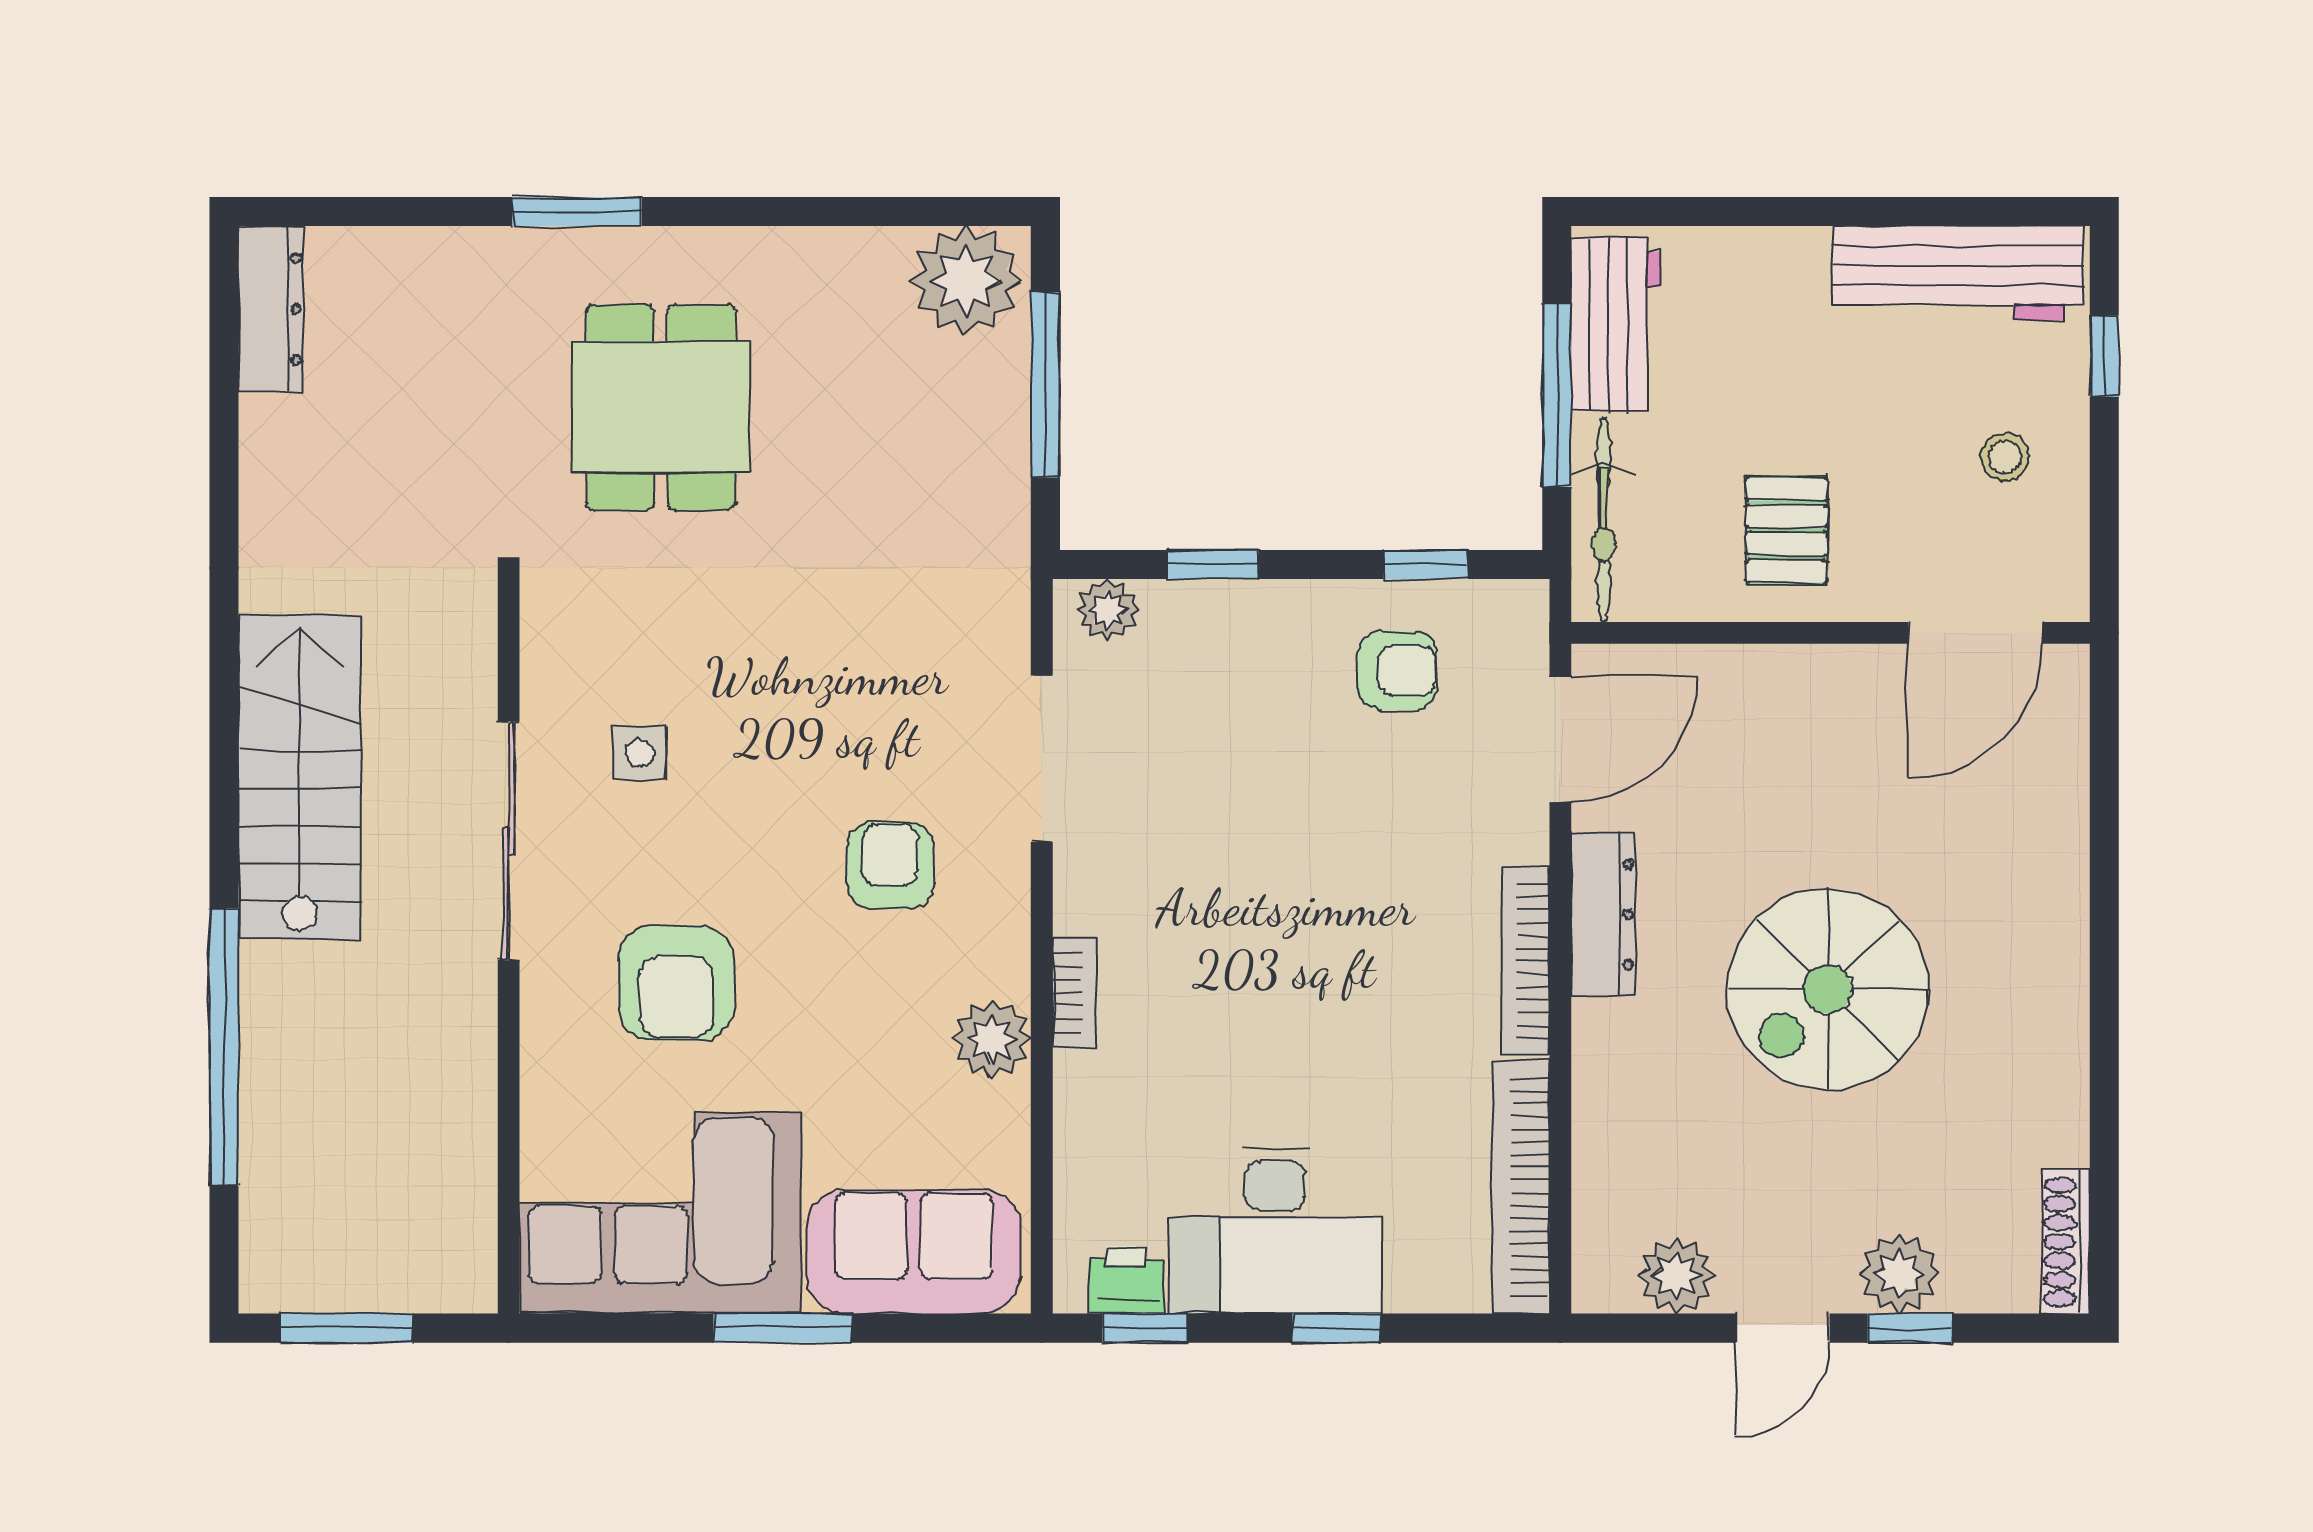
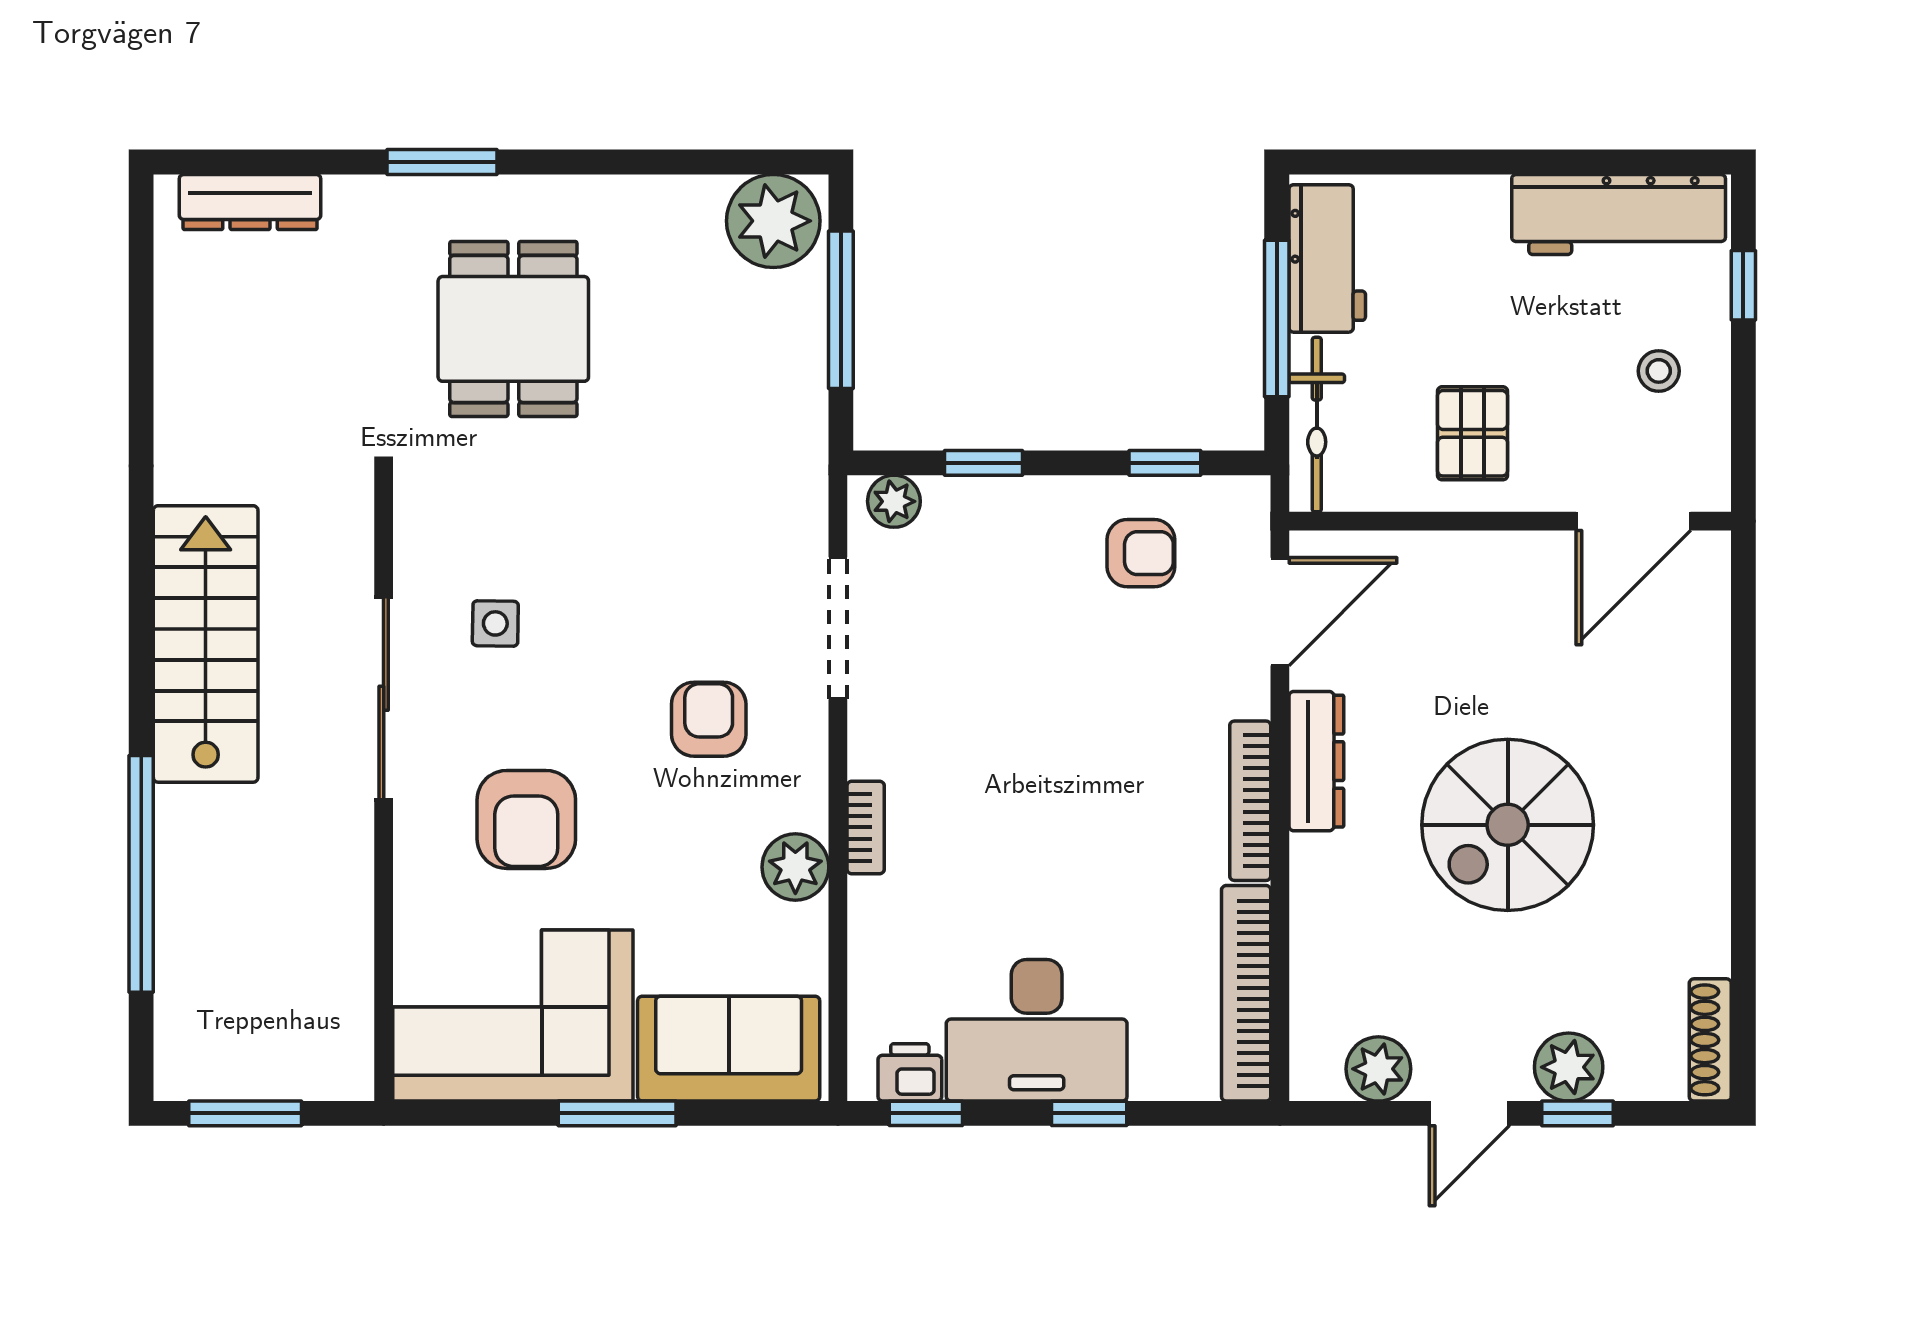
dresser: (271, 309) -> (250, 202), moved, turned 90

